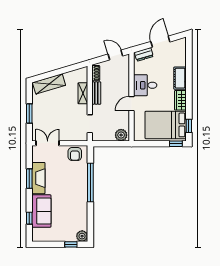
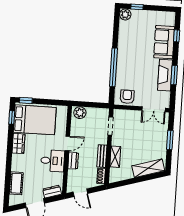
cot: (180, 78) -> (16, 183), moved
dresser: (125, 87) -> (73, 161), added

